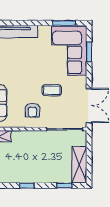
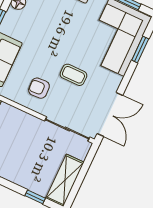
armchair: (32, 110) -> (39, 88), turned 87

